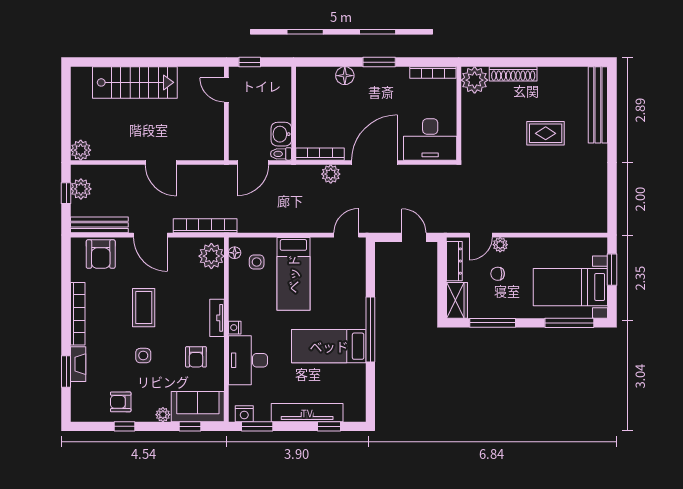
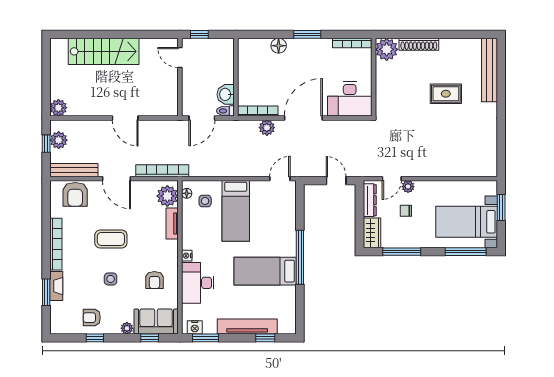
coffee table: (144, 308) -> (111, 239), turned 90
tv unit: (217, 318) -> (172, 223), moved

